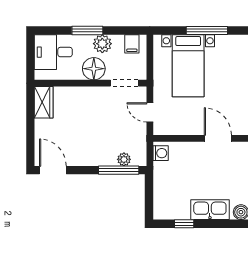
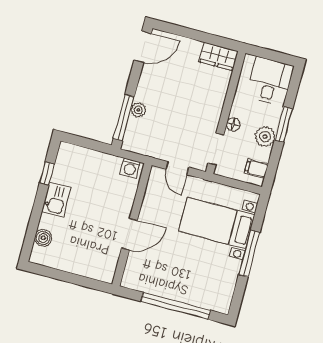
floor lamp: (94, 69) -> (233, 124), width x0.53, depth x0.53
door: (150, 112) -> (177, 168), swing flipped
plant: (124, 159) -> (138, 110), moved
kitchen sink: (210, 210) -> (56, 200), width x0.73

